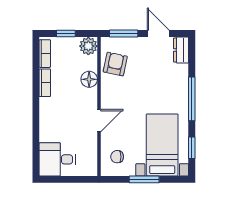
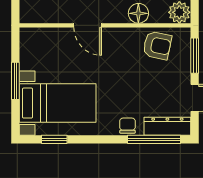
dresser: (181, 50) -> (167, 126), width x1.44
window: (192, 99) -> (154, 139), moved
chair: (117, 157) -> (127, 126), moved

